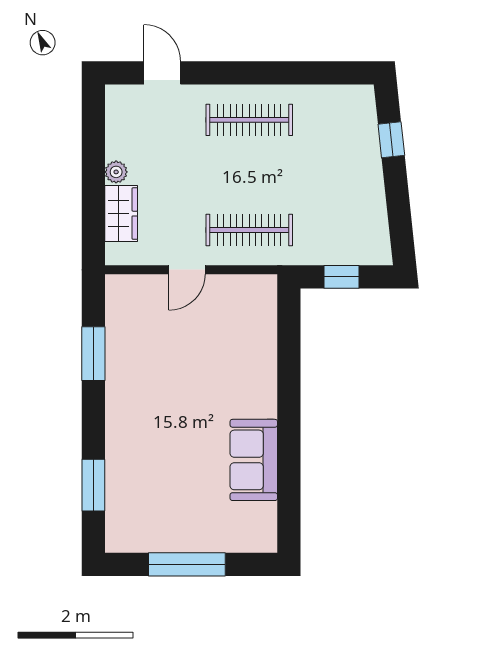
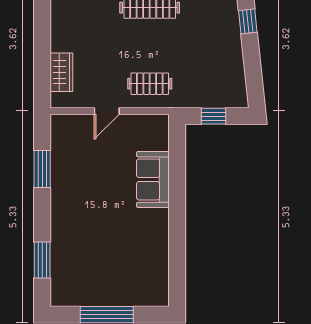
plant: (116, 172) -> (58, 44), removed
clothes rail: (249, 230) -> (150, 84), width x0.73
sofa: (254, 460) -> (153, 180), moved

